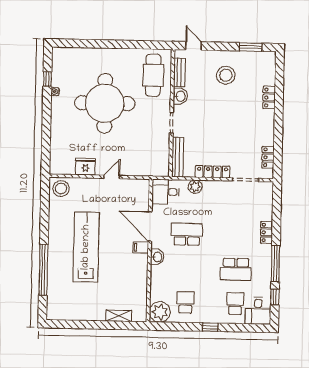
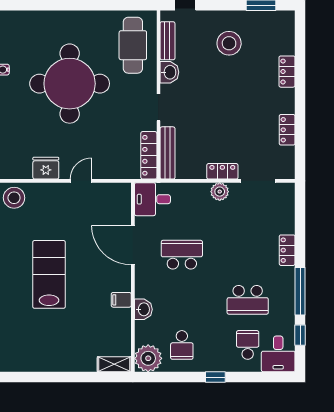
locker: (268, 157) -> (287, 130), moved
locker: (163, 159) -> (149, 155), added
locker: (213, 172) -> (222, 171), width x0.66
plant: (195, 187) -> (220, 192), moved
lab bench: (86, 247) -> (49, 274), width x0.73
filing cabinet: (141, 247) -> (121, 300), moved
washbasin: (157, 257) -> (143, 309), moved
school desk: (185, 302) -> (182, 345), turned 180
shelving: (119, 316) -> (114, 364), moved

